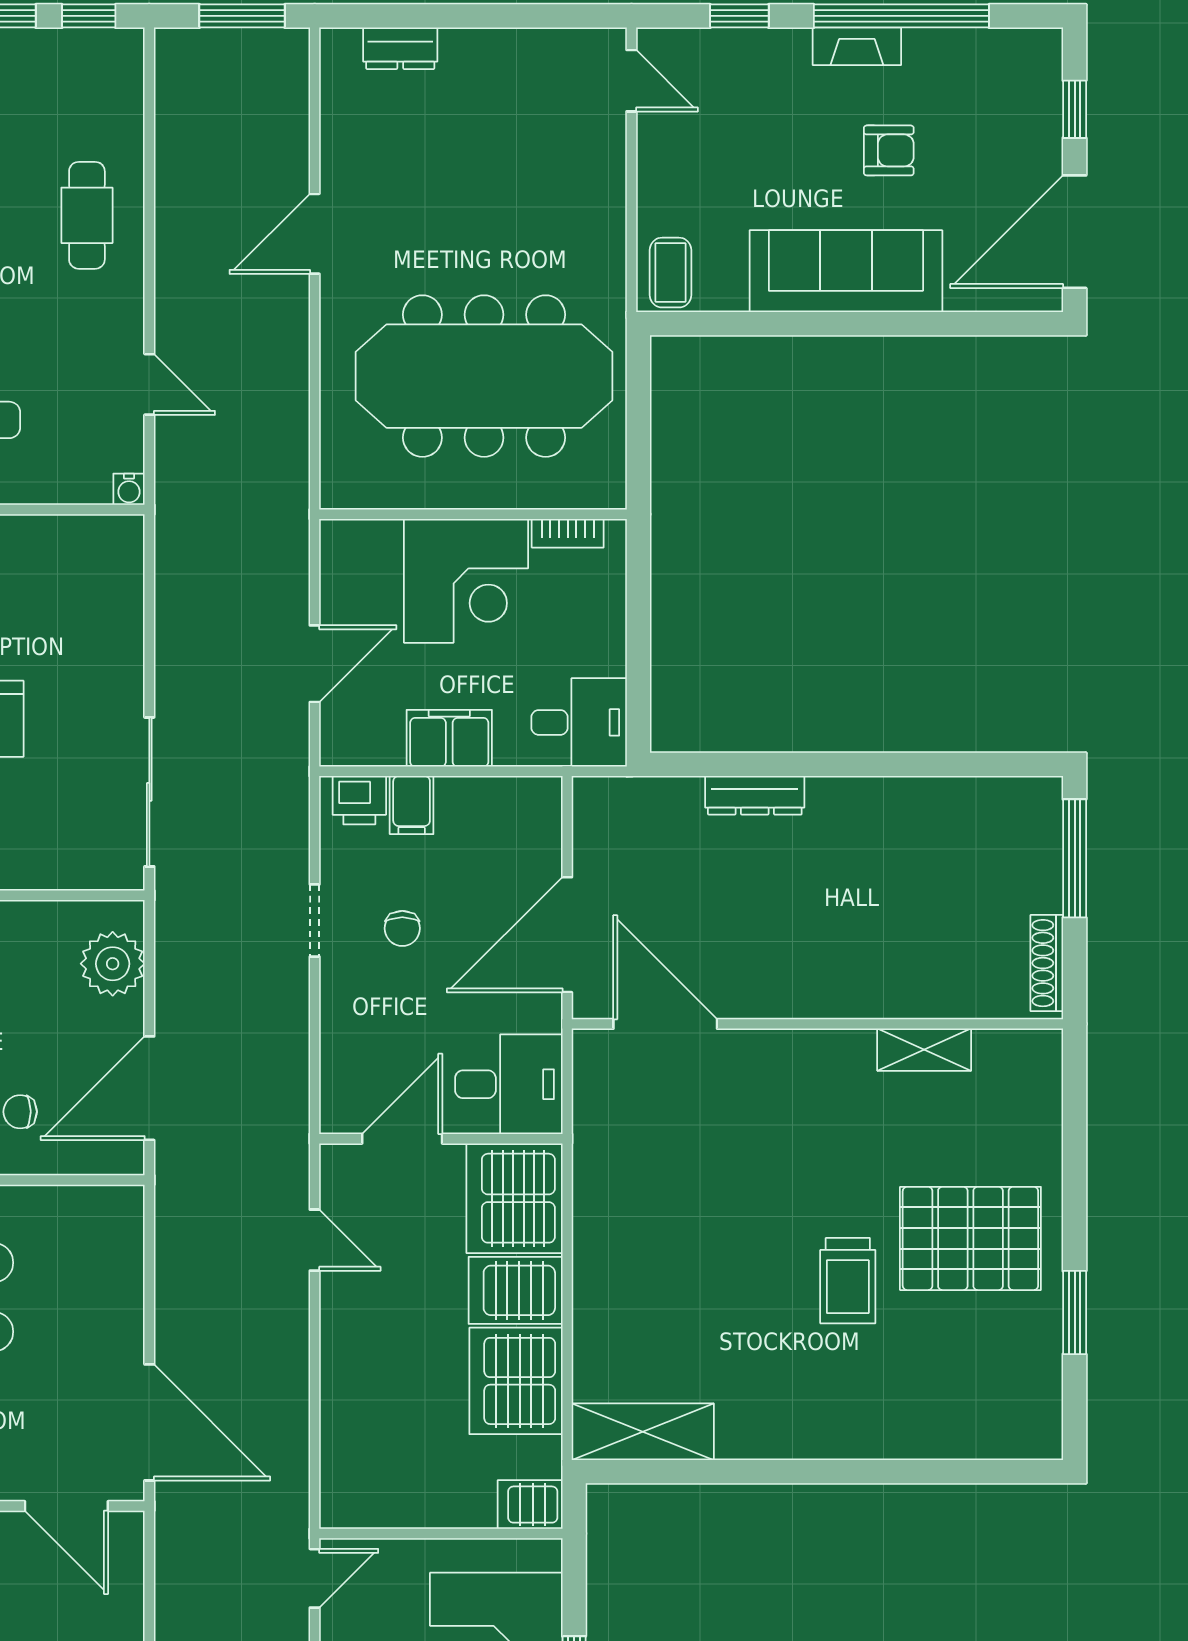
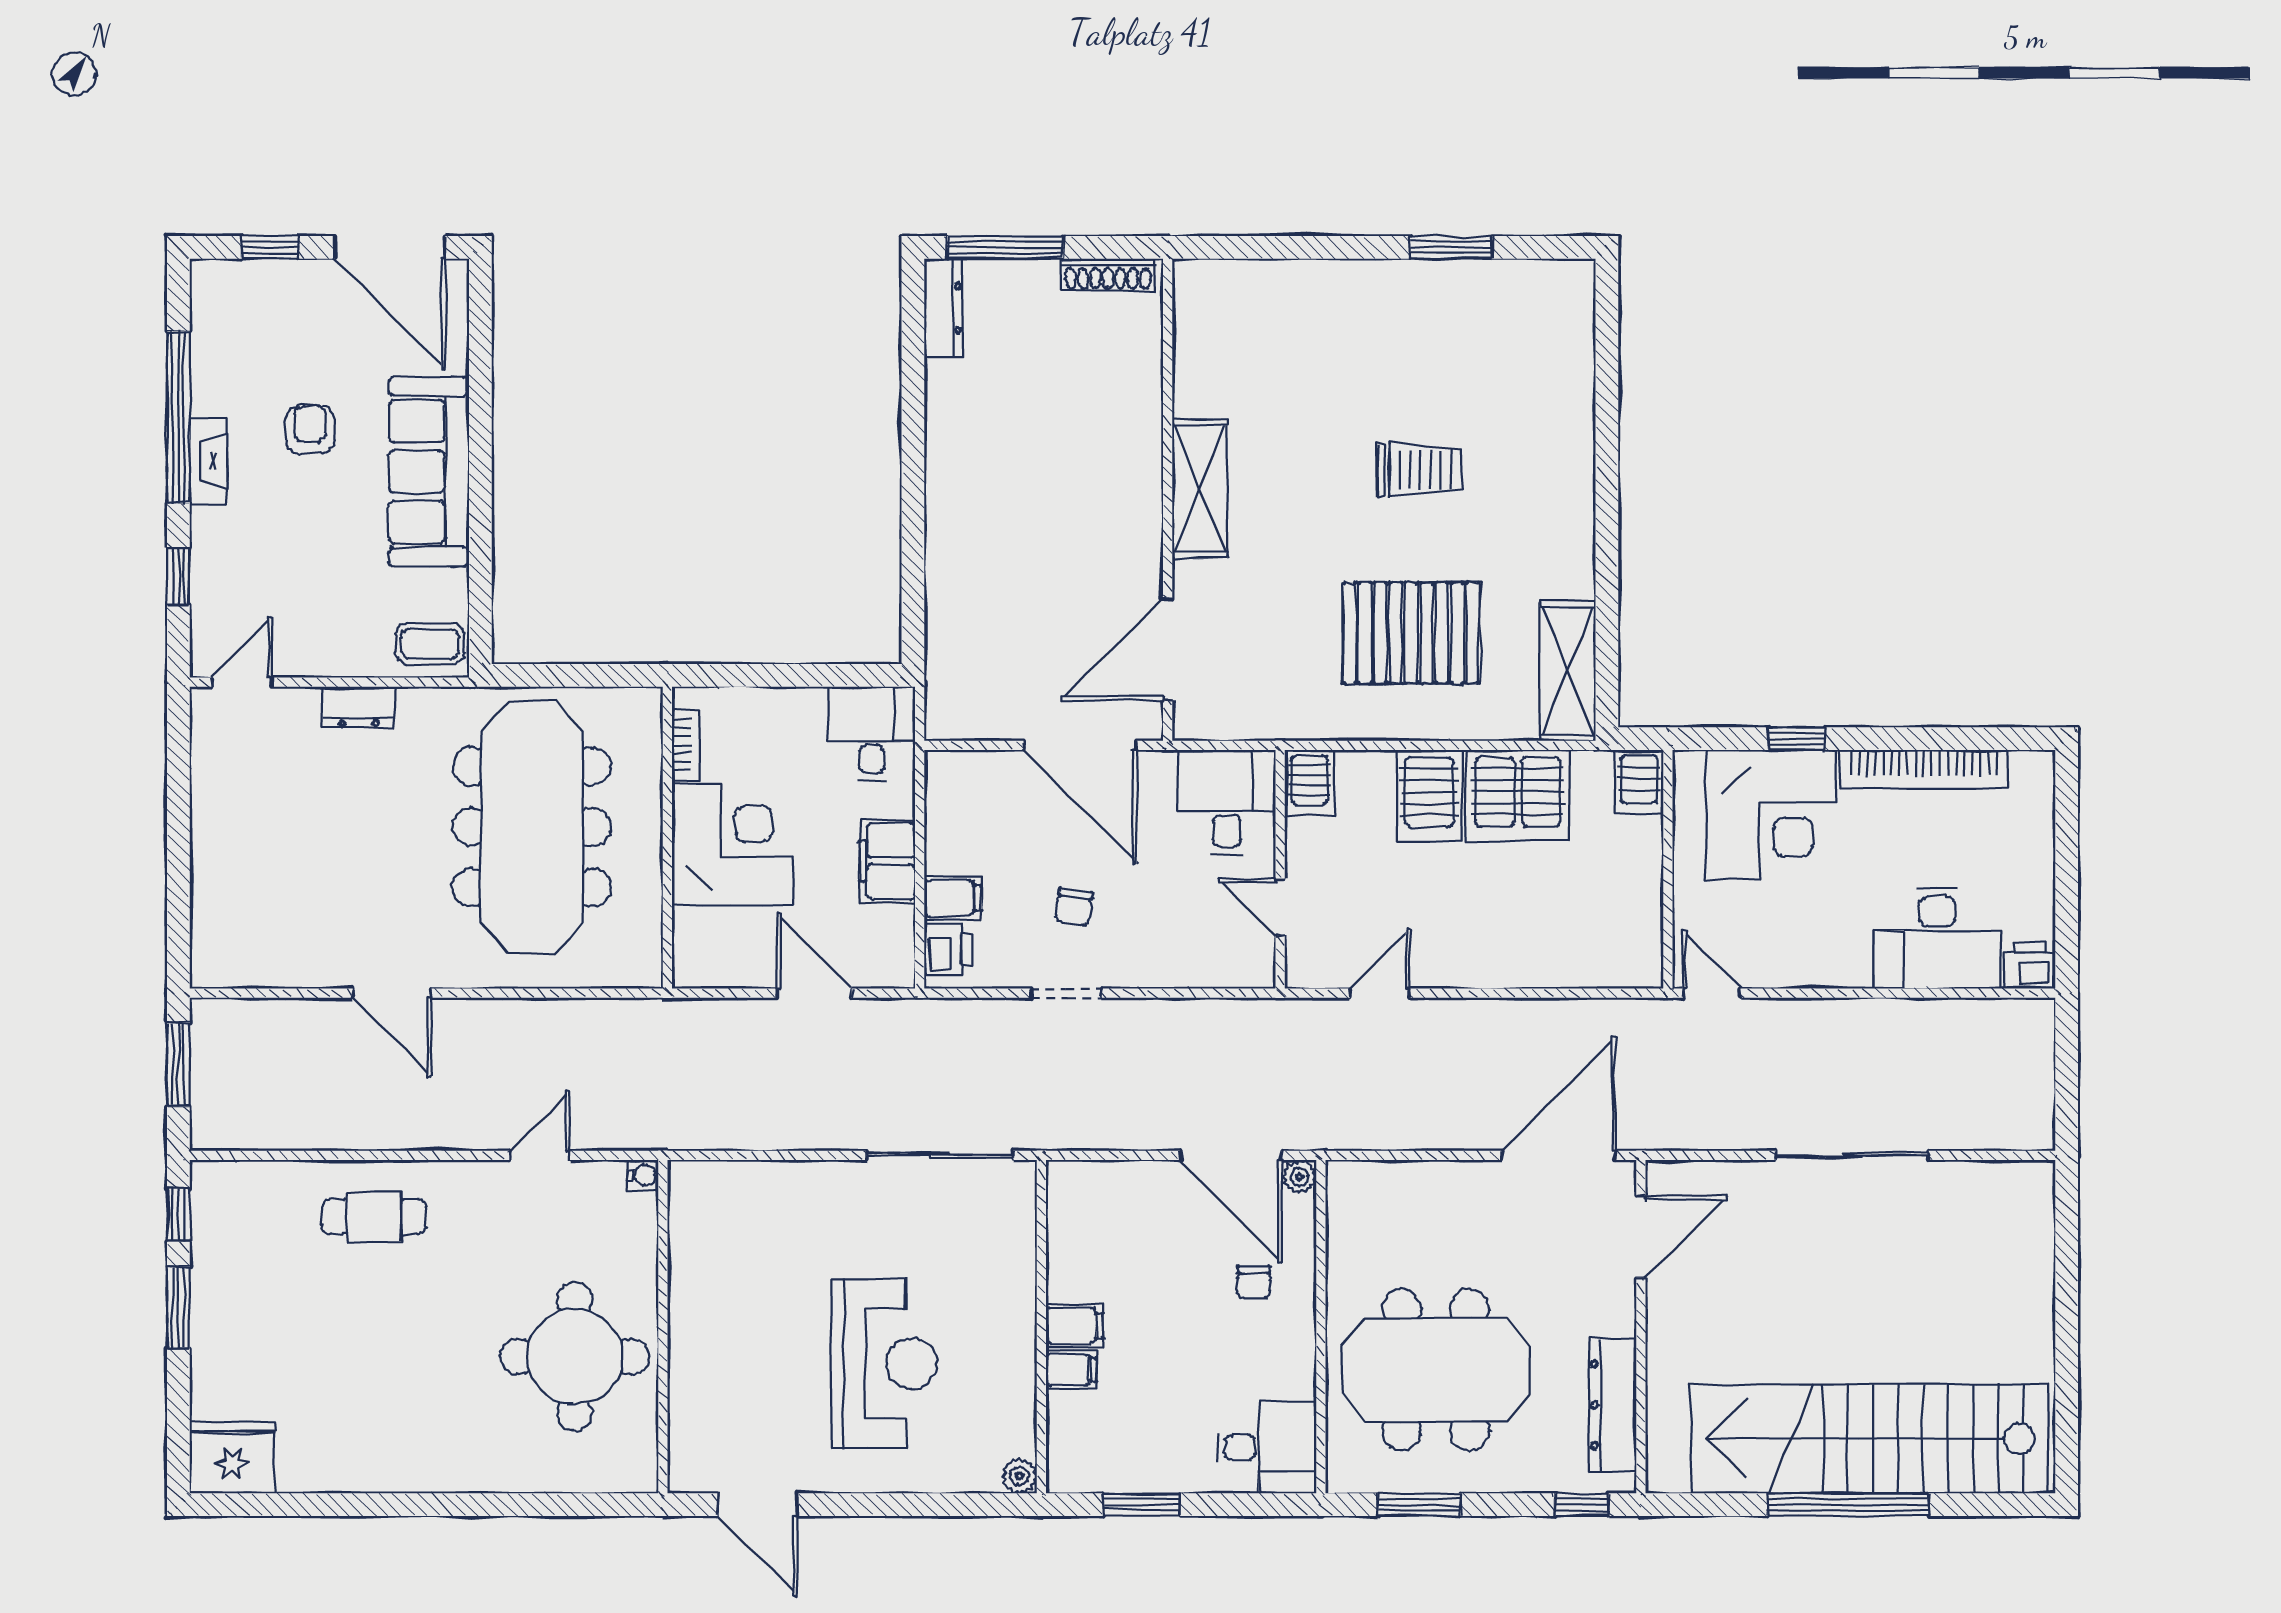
dresser: (400, 48) -> (359, 707), moved, turned 90
dresser: (755, 795) -> (943, 308), moved
chair: (402, 928) -> (1074, 907), turned 98
plant: (113, 964) -> (1299, 1177), moved, width x0.53, depth x0.53
shelving: (924, 1050) -> (1200, 489), moved, width x1.50, depth x1.33
door: (402, 1139) -> (1280, 907), width x0.73
server rack: (514, 1198) -> (1309, 783), width x0.46, depth x0.70
pallet: (970, 1238) -> (1411, 633), moved, turned 90

